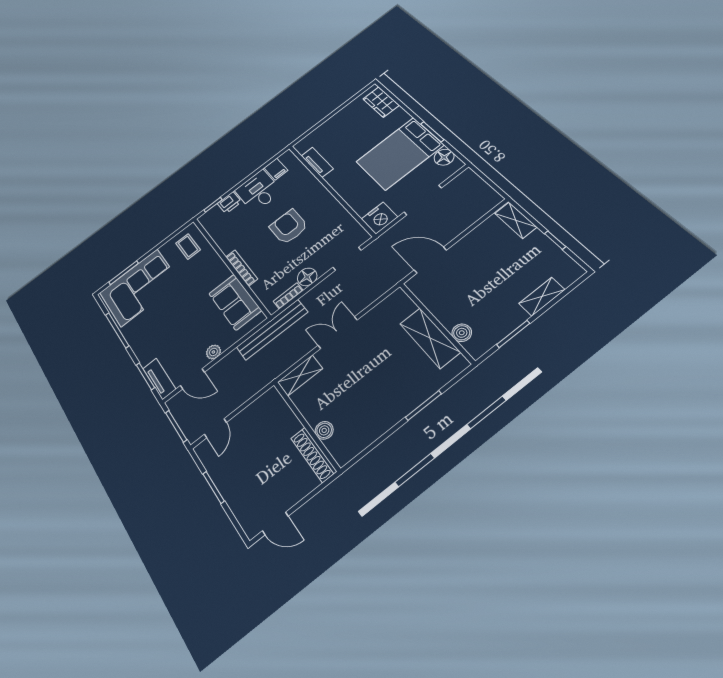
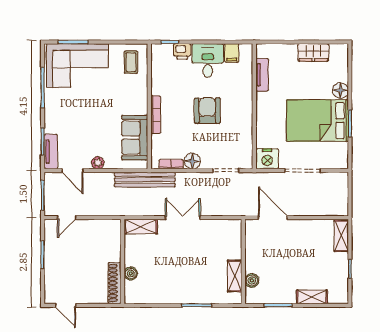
wardrobe: (381, 102) -> (313, 52), moved, turned -90
floor lamp: (444, 157) -> (340, 90), moved
shelving: (430, 338) -> (235, 276), width x0.67, depth x0.75

